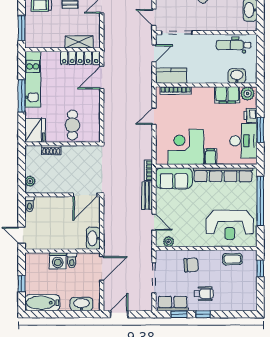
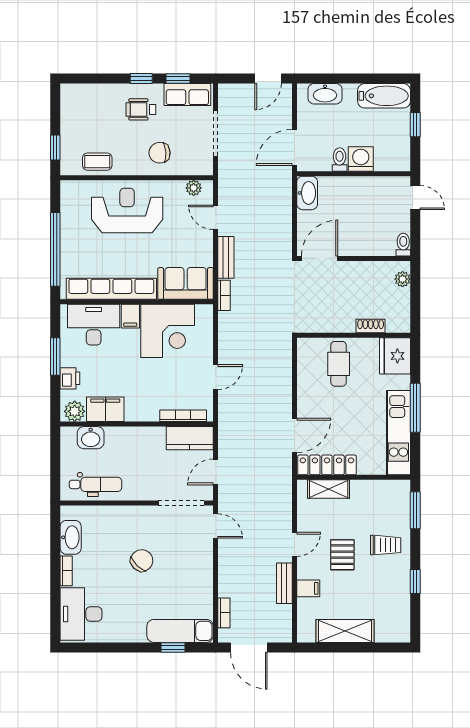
desk: (243, 141) -> (94, 325), moved, turned 90
reception desk: (230, 225) -> (127, 210), moved

